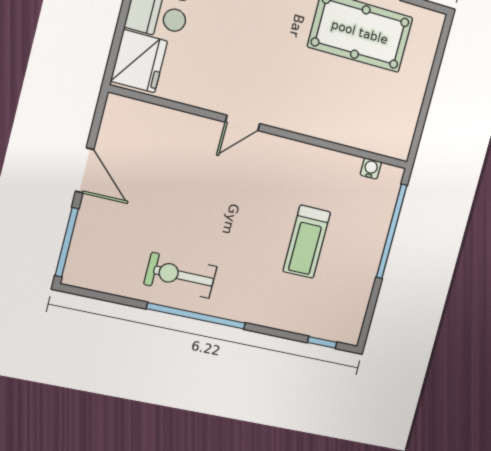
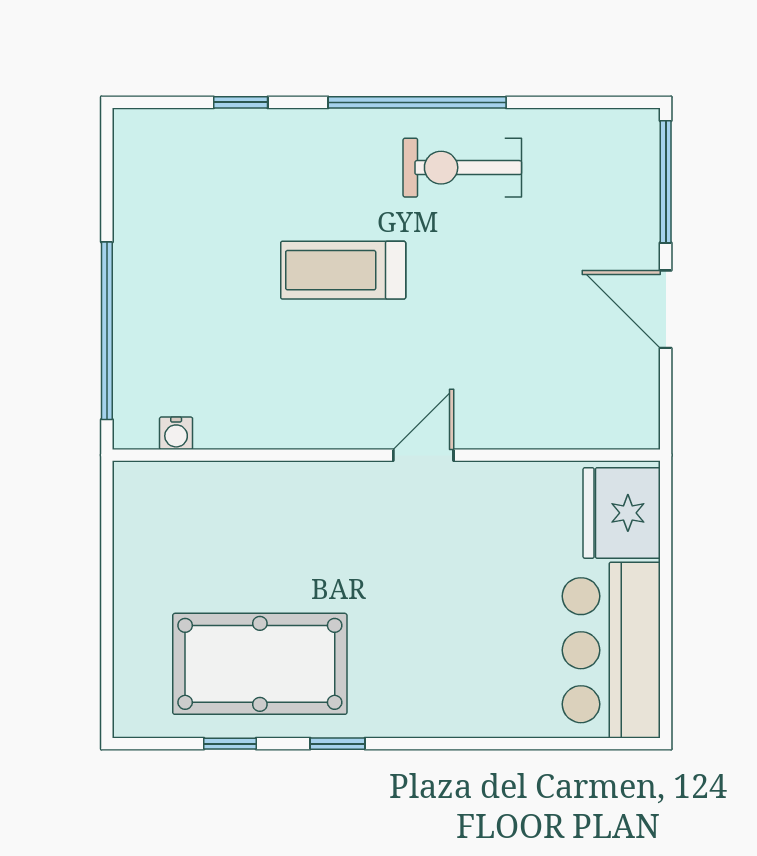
treadmill: (307, 242) -> (343, 270), moved, turned -90
exercise bike: (180, 275) -> (462, 168), turned 180
window: (322, 342) -> (241, 102), moved

